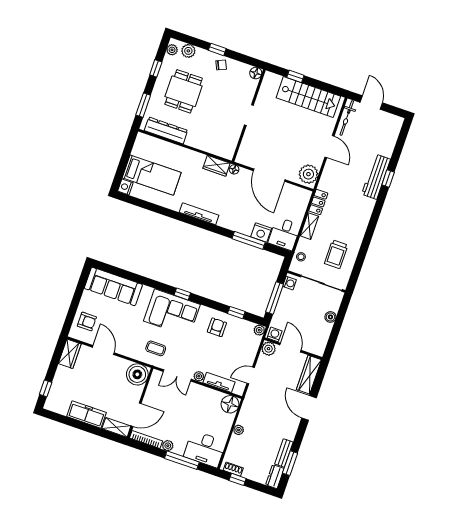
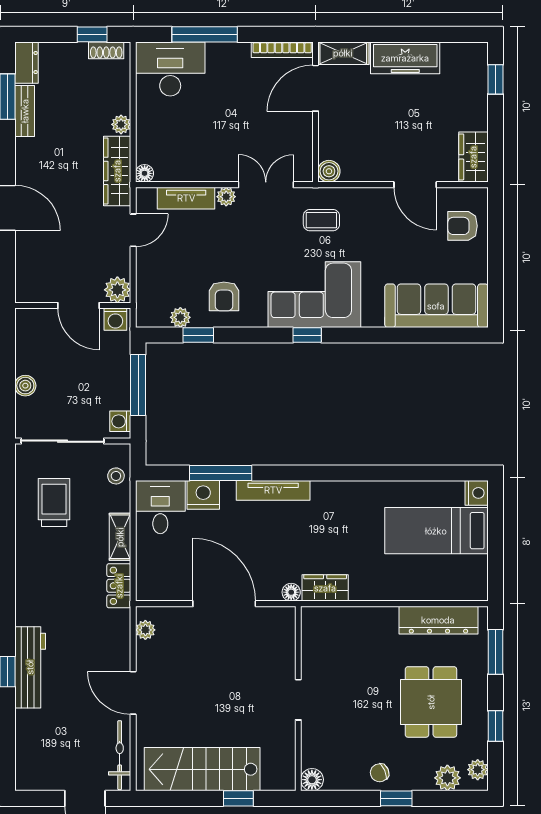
plant: (308, 174) -> (145, 630), width x0.53, depth x0.53
tv unit: (199, 214) -> (273, 490), moved
plant: (259, 330) -> (180, 317), moved
boiler: (137, 374) -> (329, 171), width x0.54, depth x0.54
wardrobe: (309, 375) -> (117, 171), moved, turned 180
floor lamp: (230, 404) -> (145, 173), width x0.53, depth x0.53
plant: (168, 446) -> (239, 52), removed

